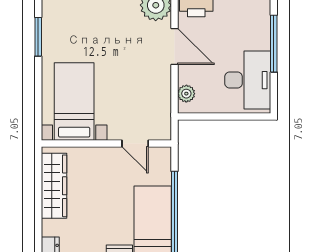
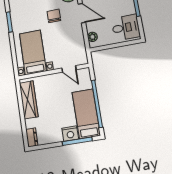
chair: (123, 42) -> (54, 16), added
desk: (248, 80) -> (126, 27), width x0.73

